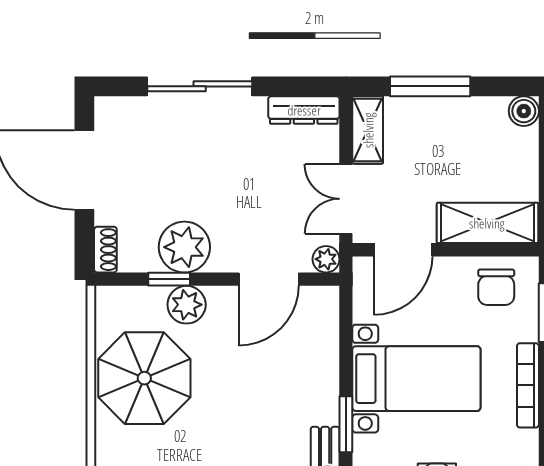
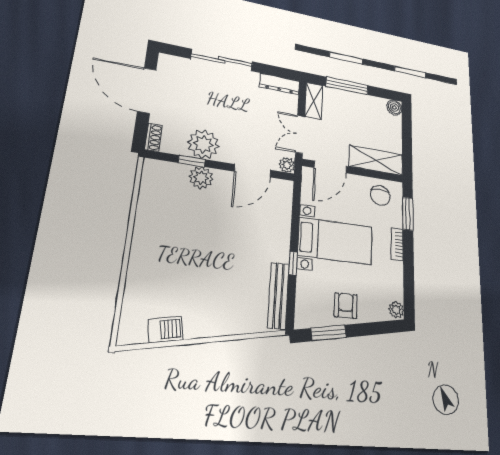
parasol: (144, 378) -> (168, 218), removed
bookcase: (528, 385) -> (397, 244), width x0.64
window: (346, 424) -> (293, 263), width x0.67

